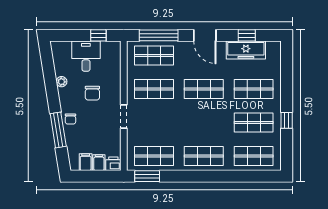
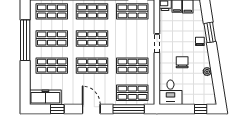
window: (98, 35) -> (201, 109), moved
freezer: (246, 50) -> (45, 97), moved
desk: (86, 56) -> (170, 92), moved
window: (287, 120) -> (25, 40), width x3.17
shop shelf: (204, 122) -> (92, 39), added
window: (58, 130) -> (210, 32), width x0.69

